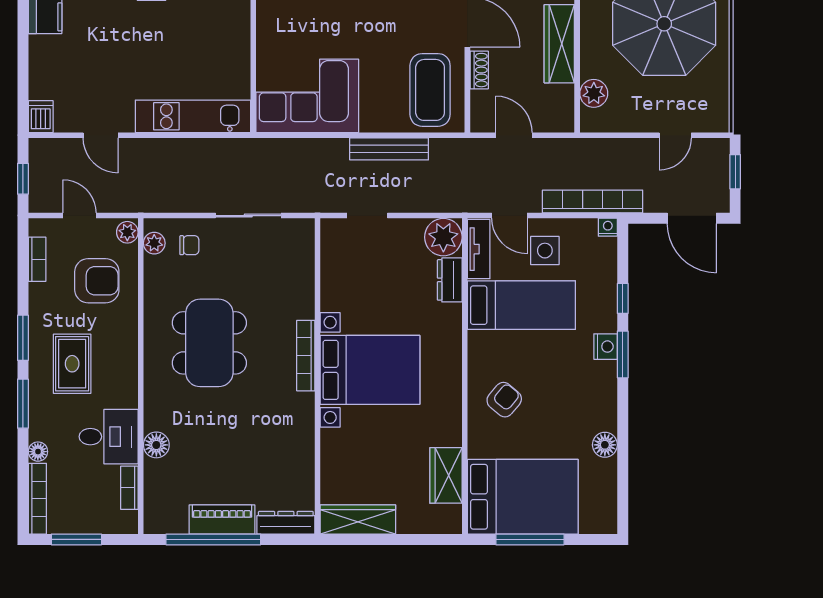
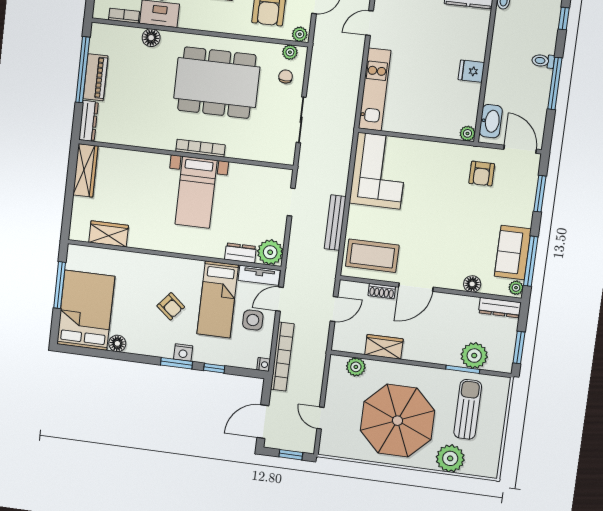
wardrobe: (559, 44) -> (384, 347), width x0.67
chair: (189, 245) -> (286, 77), turned 180
dining table: (209, 343) -> (217, 83), width x1.36, depth x1.24
bed with nightstands: (370, 370) -> (196, 192), width x0.73
armchair: (504, 400) -> (171, 306), moved
bed: (523, 497) -> (86, 310), moved, turned 180

